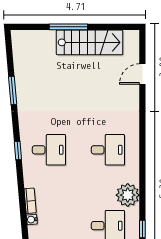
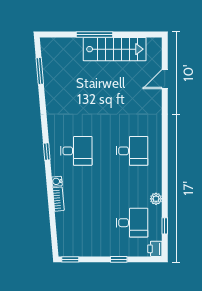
window: (13, 91) -> (40, 71), moved
plant: (128, 195) -> (156, 199), width x0.53, depth x0.53
water cooler: (32, 220) -> (57, 181), moved

